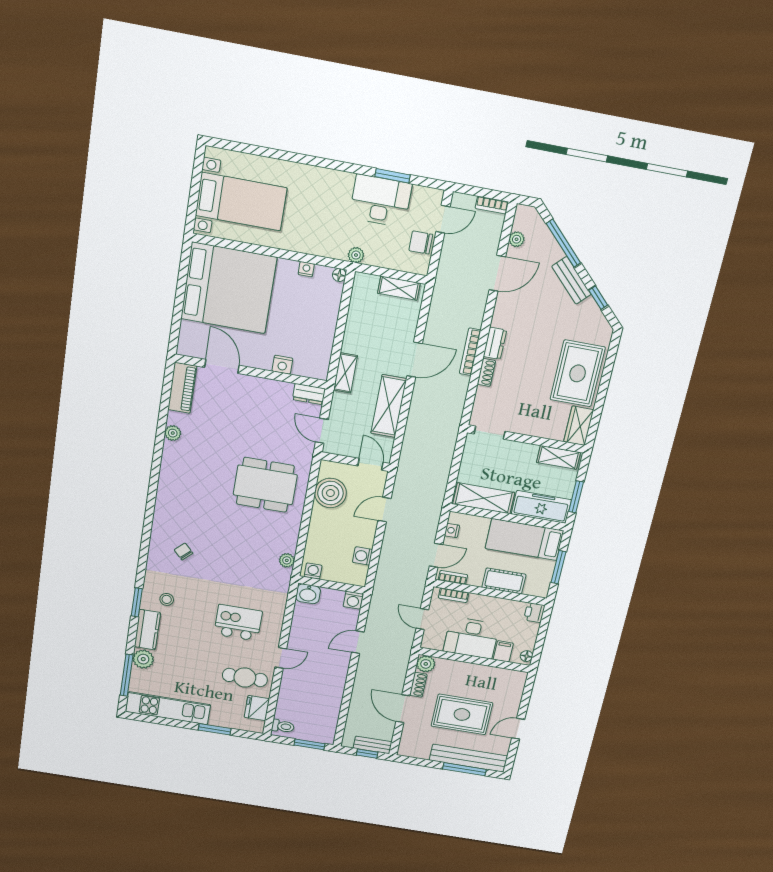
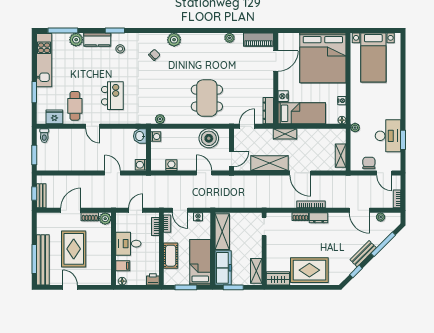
bed: (316, 340) -> (302, 113), added
dresser: (309, 394) -> (268, 111), width x1.44
plant: (164, 518) -> (174, 40), added
desk: (471, 638) -> (128, 244), width x0.73

